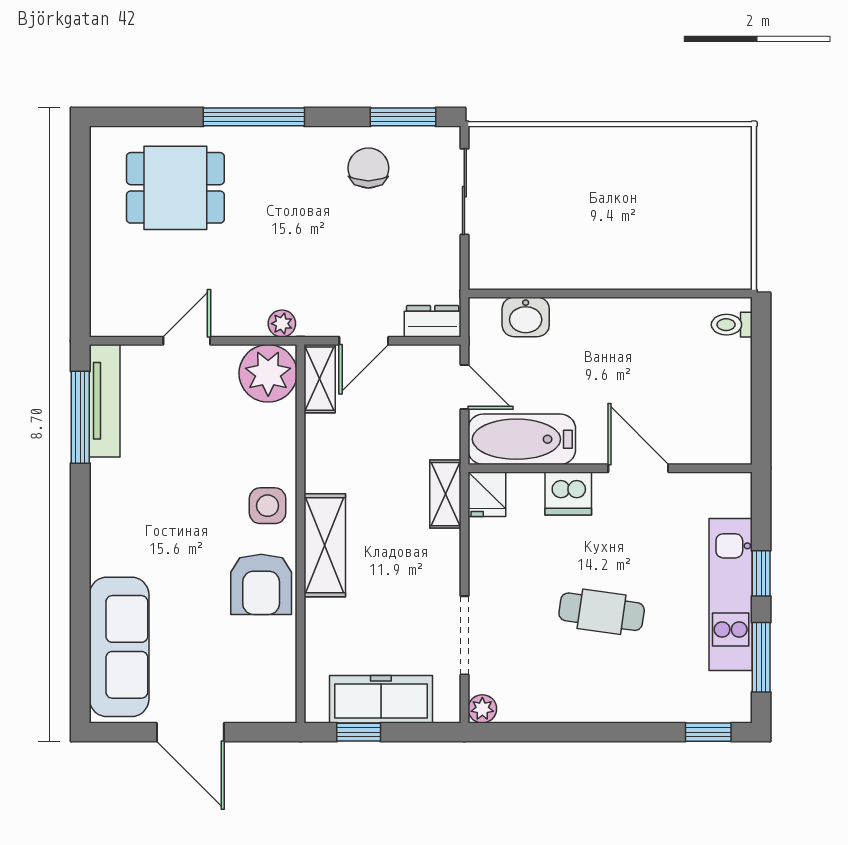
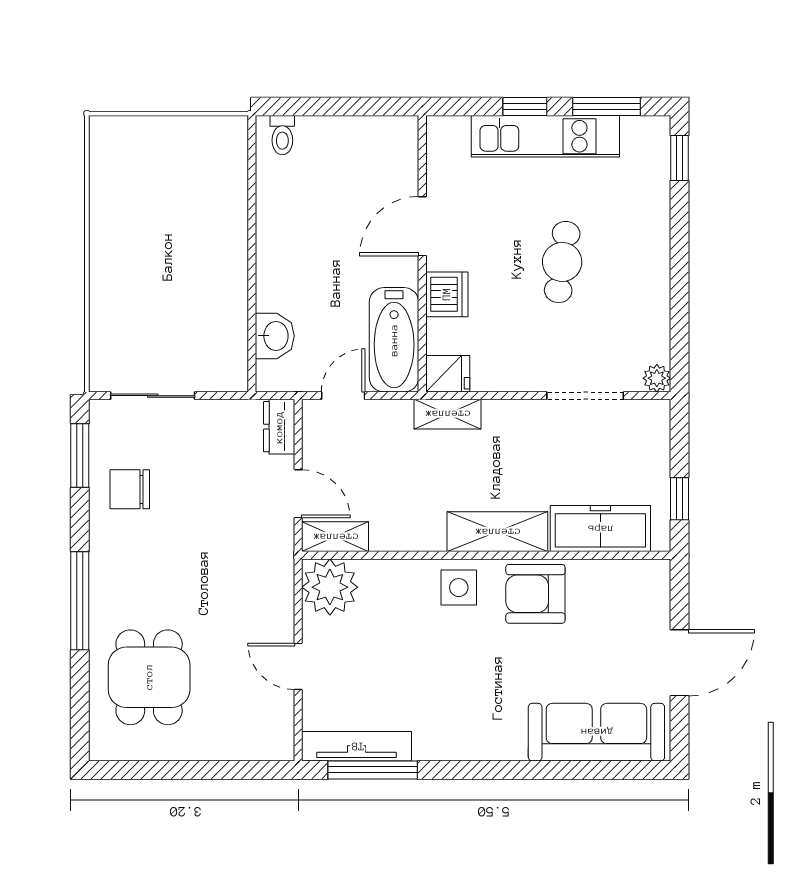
plant: (282, 324) -> (281, 574), removed
armchair: (261, 584) -> (535, 594), turned 180
freezer: (381, 699) -> (600, 529), moved, turned 90

